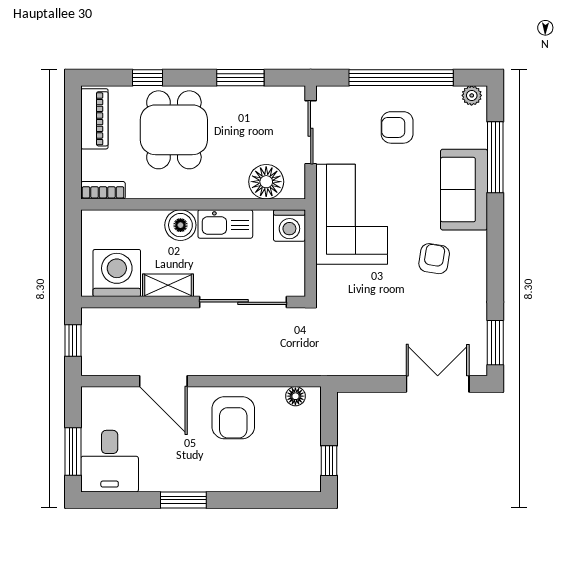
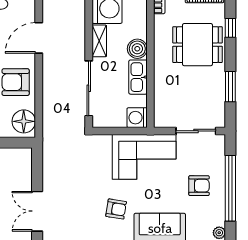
armchair: (397, 127) -> (199, 186), turned 90
floor lamp: (266, 182) -> (165, 103), removed
double door: (438, 384) -> (37, 211), swing flipped
floor lamp: (295, 396) -> (24, 121), width x1.89, depth x1.89

